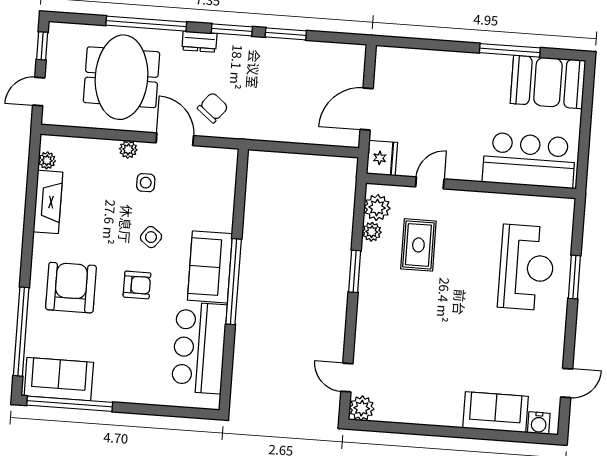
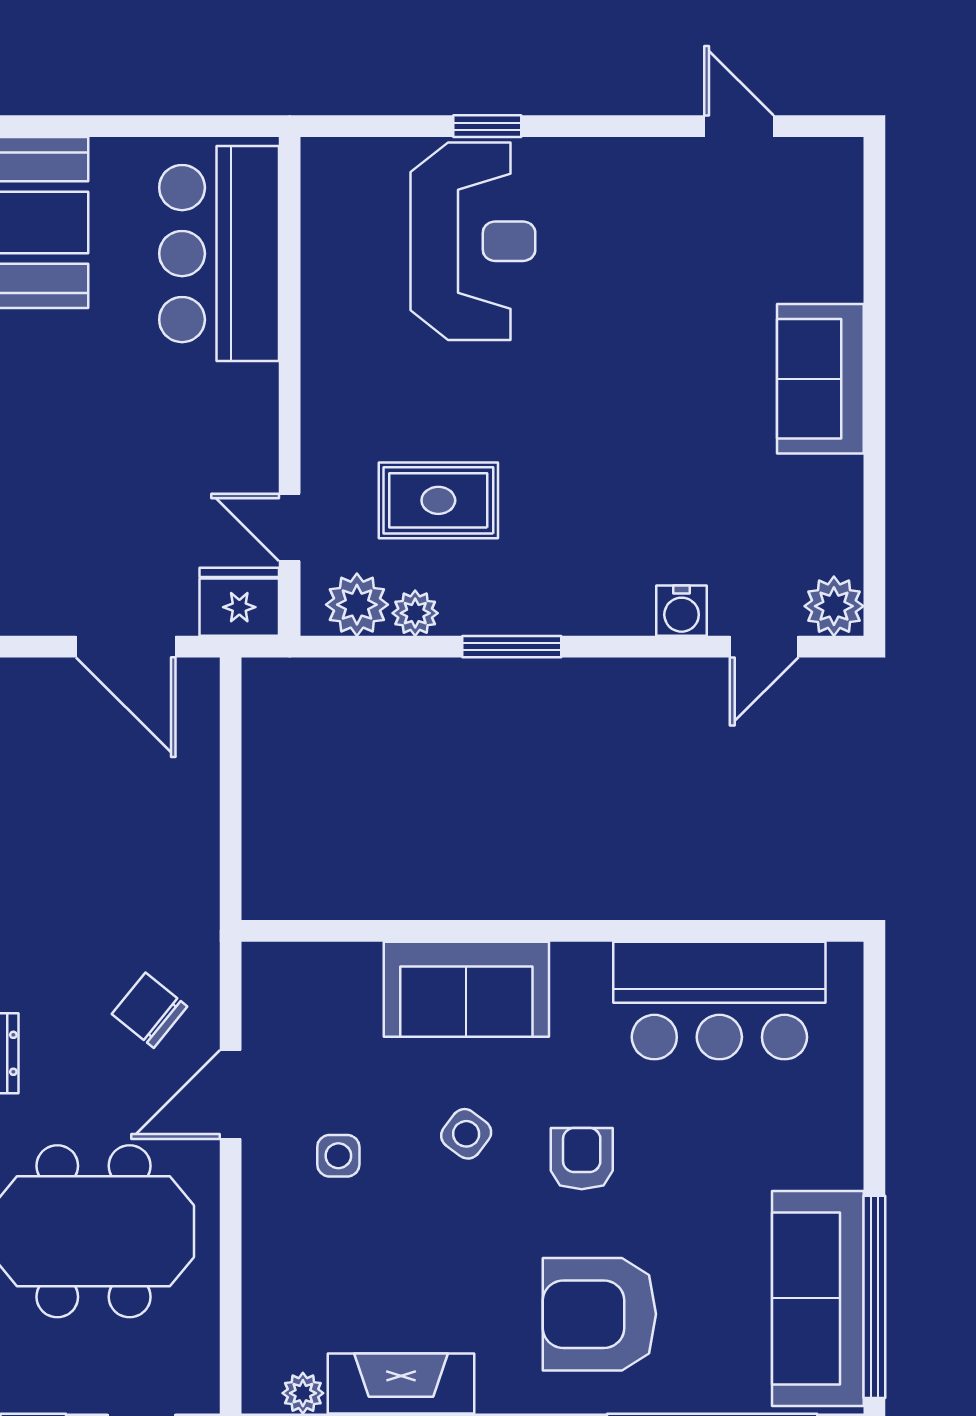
plant: (128, 149) -> (263, 1203), removed
door: (430, 183) -> (290, 527), moved
sofa: (210, 267) -> (466, 989), moved
reception desk: (526, 268) -> (473, 241), turned 90
window: (574, 277) -> (487, 126), width x0.67
window: (234, 282) -> (557, 931), removed
sofa: (59, 379) -> (818, 1298), width x1.36
sofa: (495, 412) -> (820, 379), moved
water cooler: (539, 423) -> (682, 611), moved, turned 90

